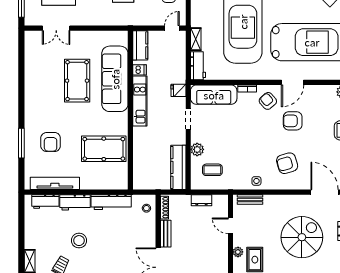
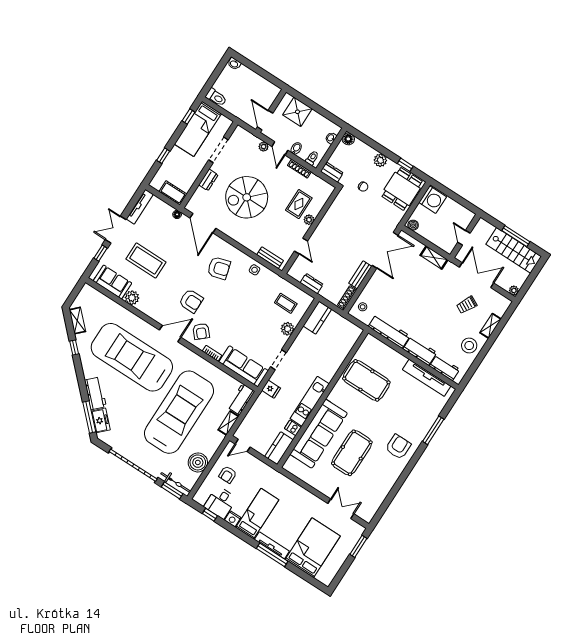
armchair: (51, 142) -> (398, 447), moved
kitchen counter: (178, 167) -> (317, 318), width x0.67
stool: (79, 241) -> (469, 346), moved

